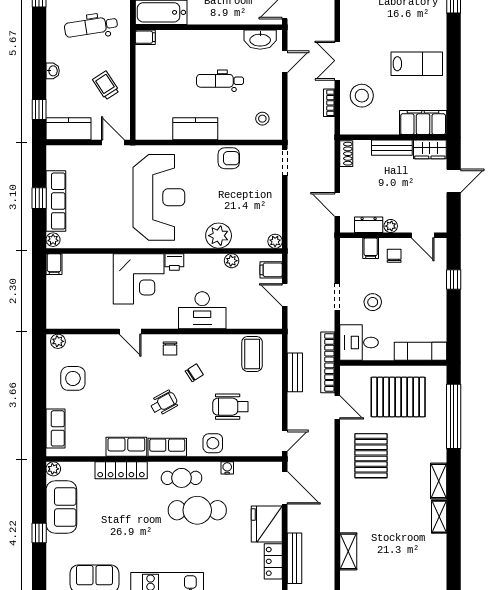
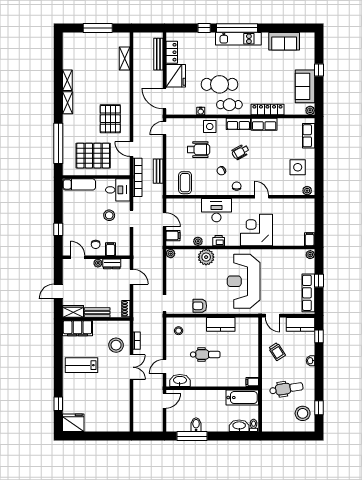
row of seats: (56, 201) -> (308, 293), moved
printer: (174, 262) -> (219, 241), moved

